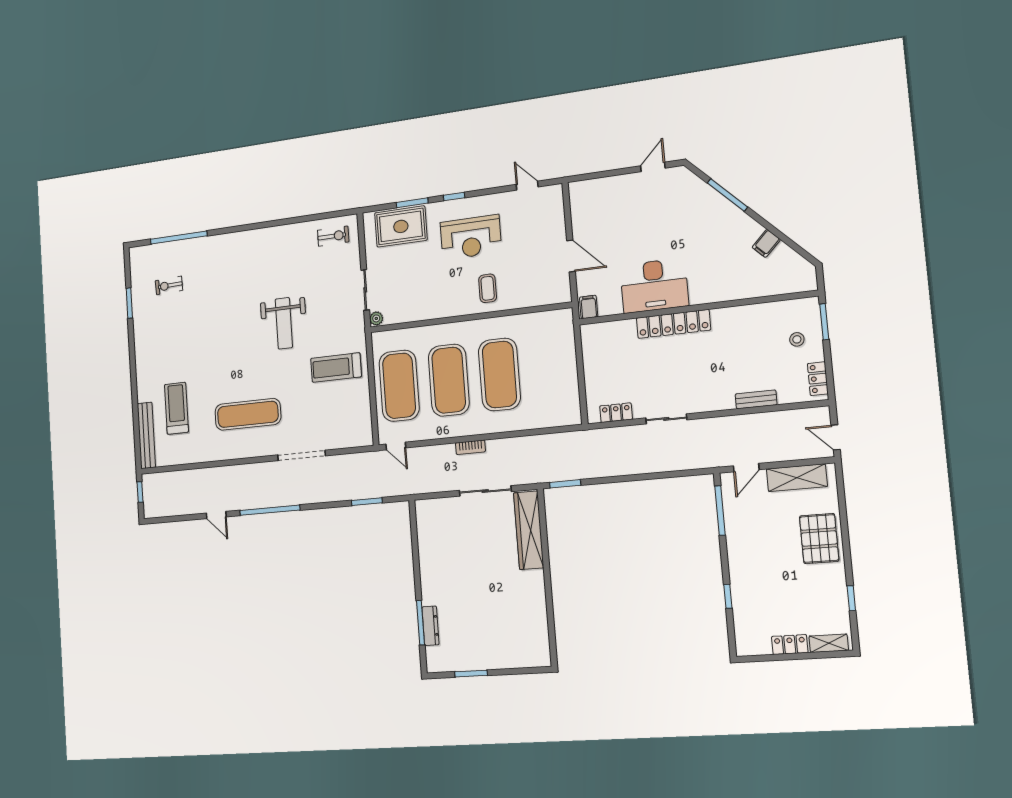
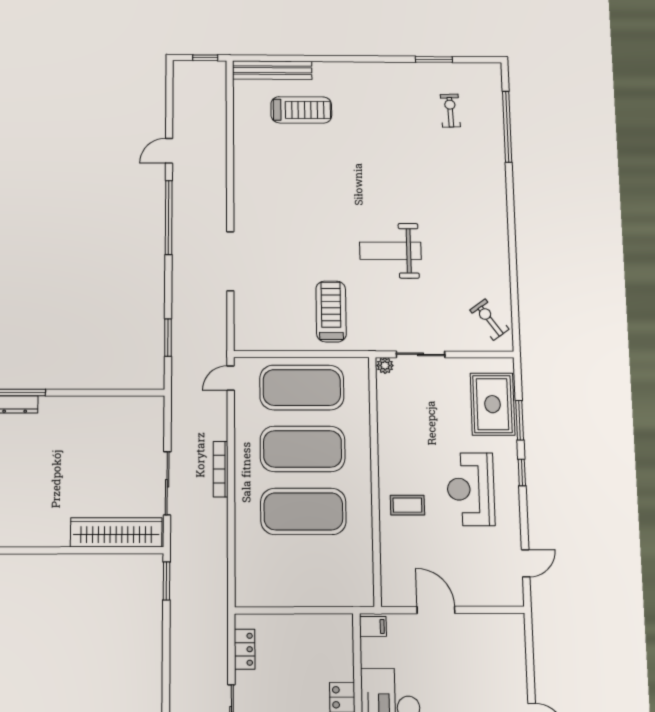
exercise bike: (333, 236) -> (489, 320), turned 144
door: (571, 256) -> (436, 610), swing flipped
exercise mat: (248, 414) -> (286, 198), removed
bookcase: (470, 447) -> (220, 469), width x1.56

